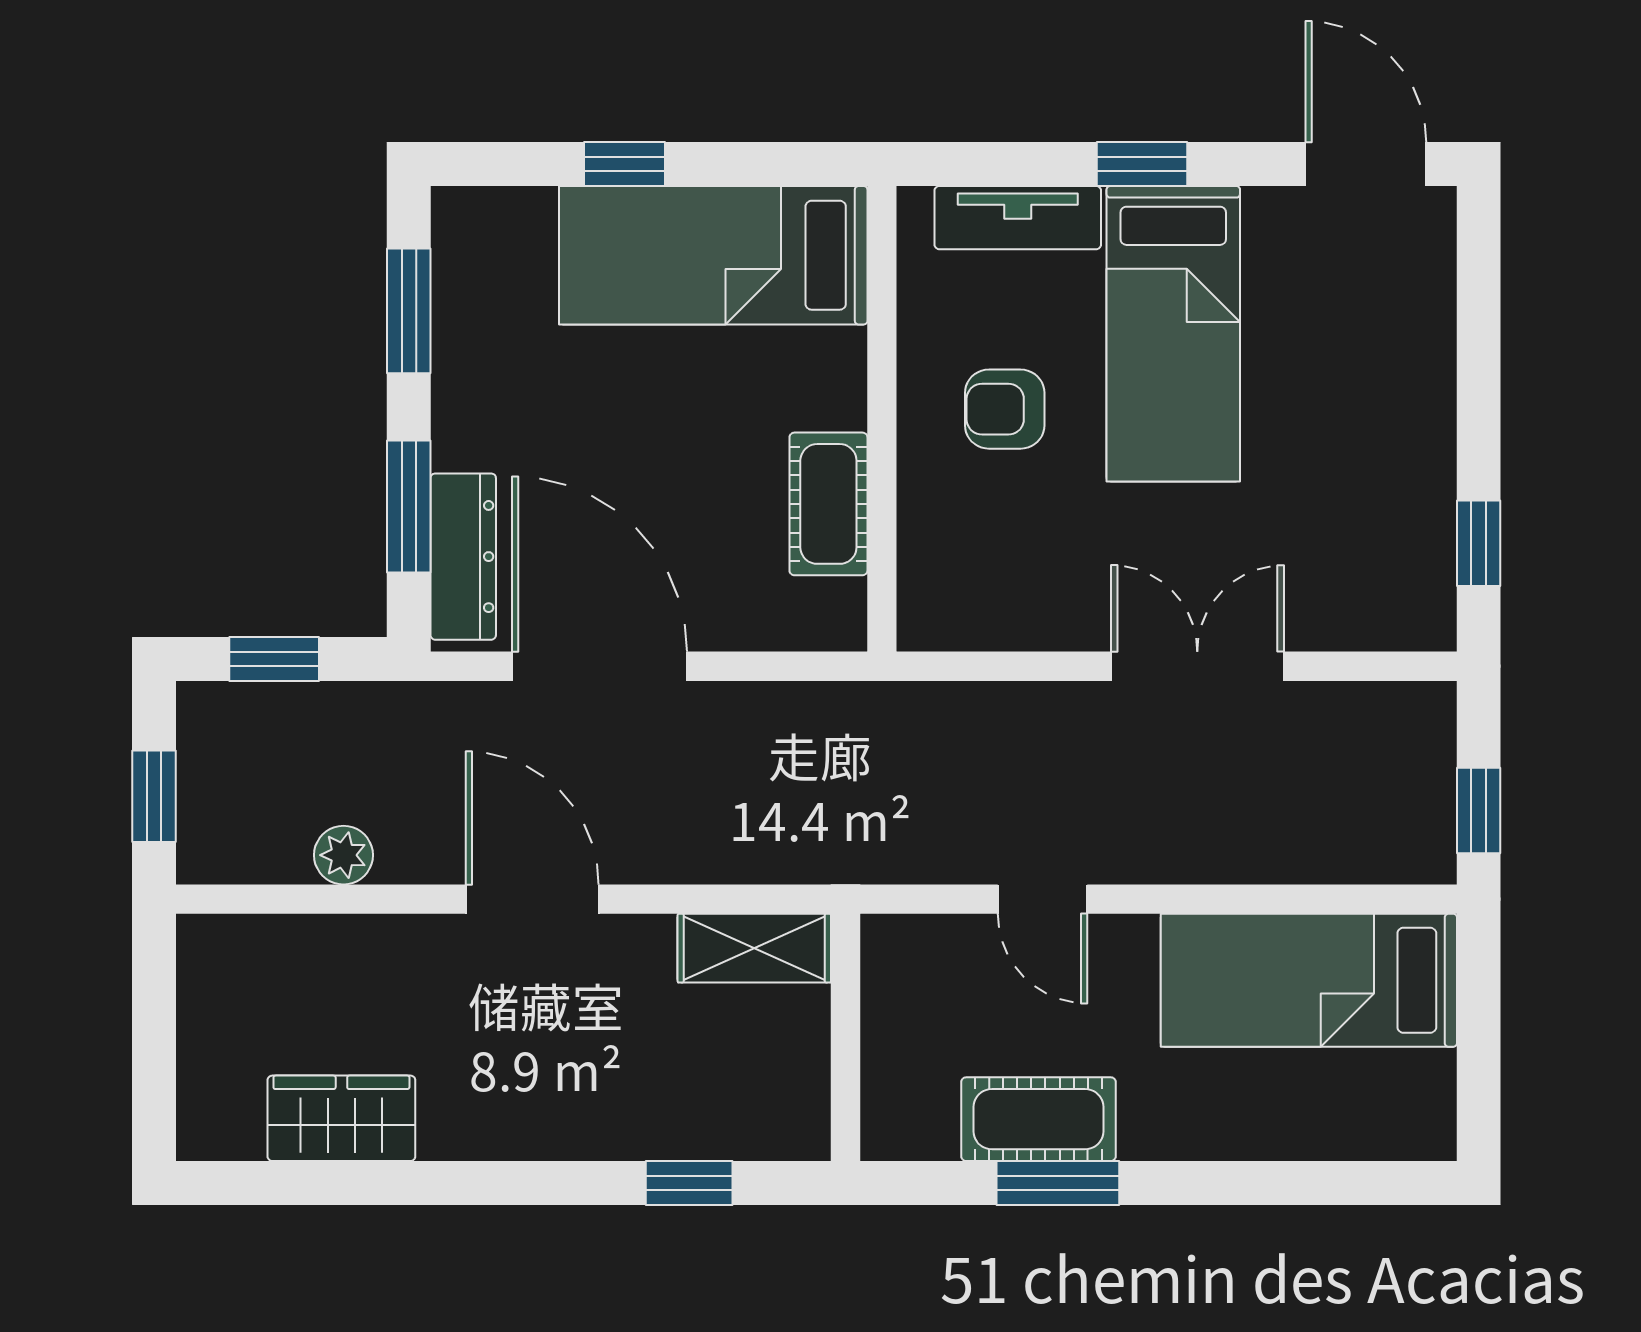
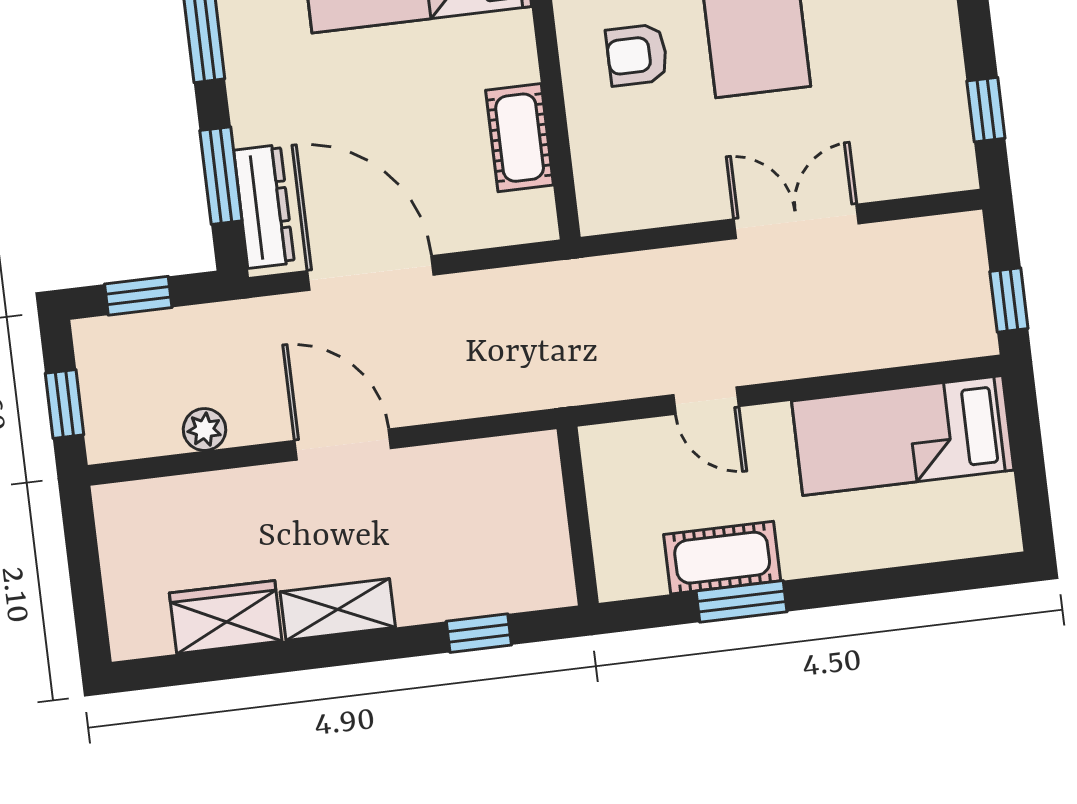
shelving: (754, 948) -> (338, 610), moved

